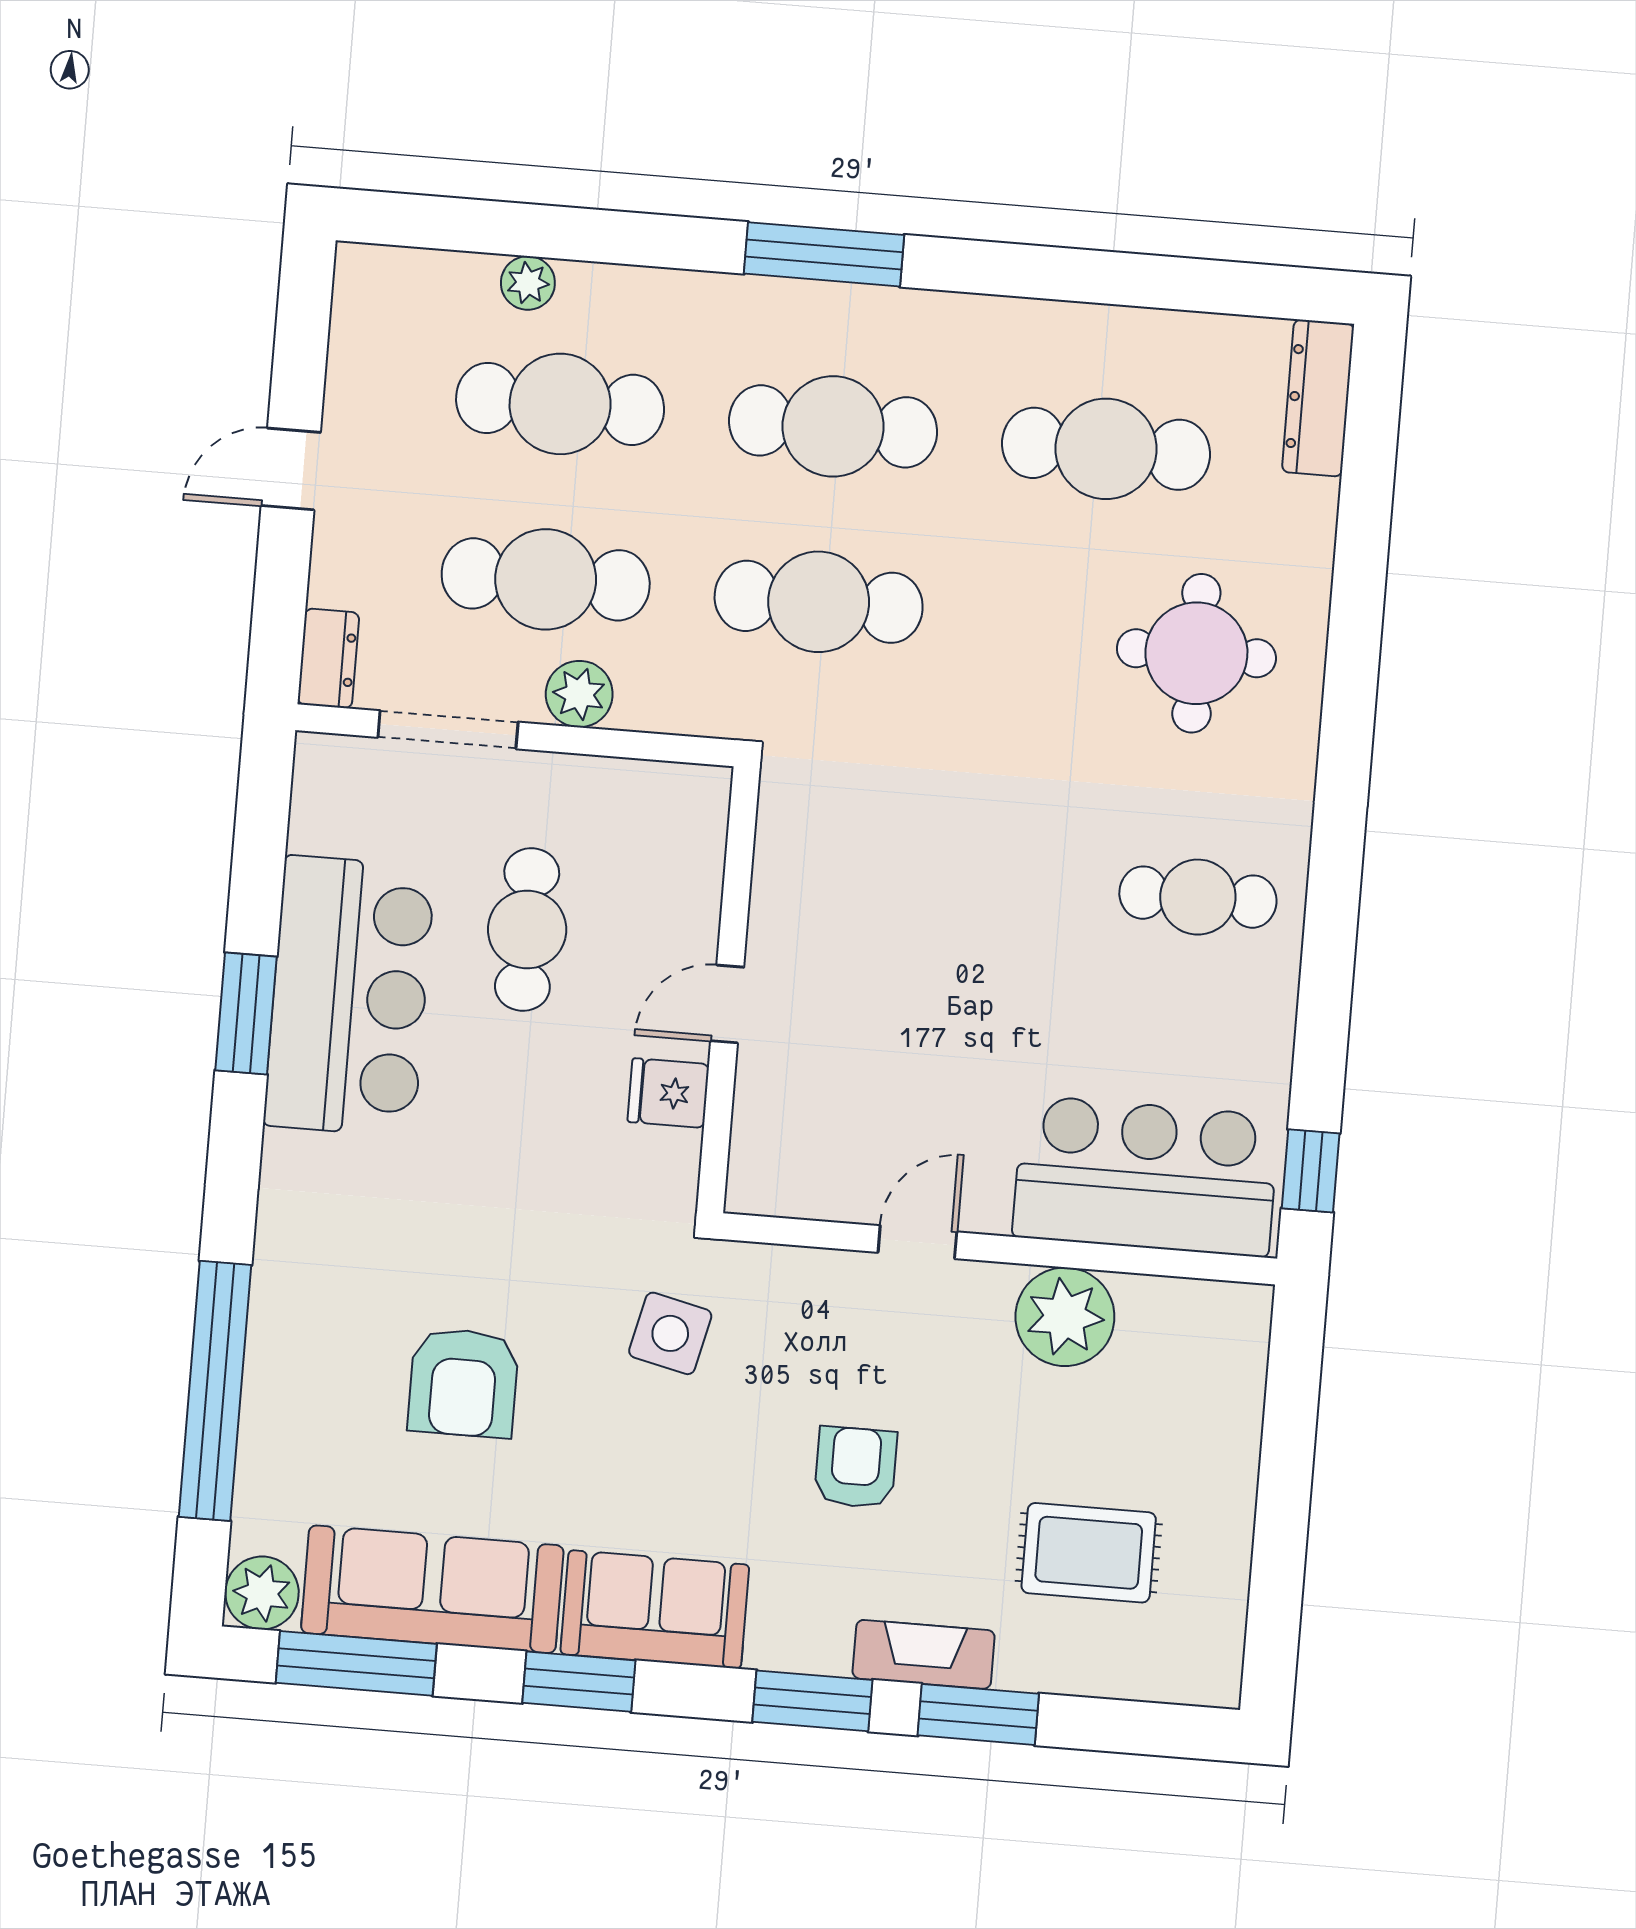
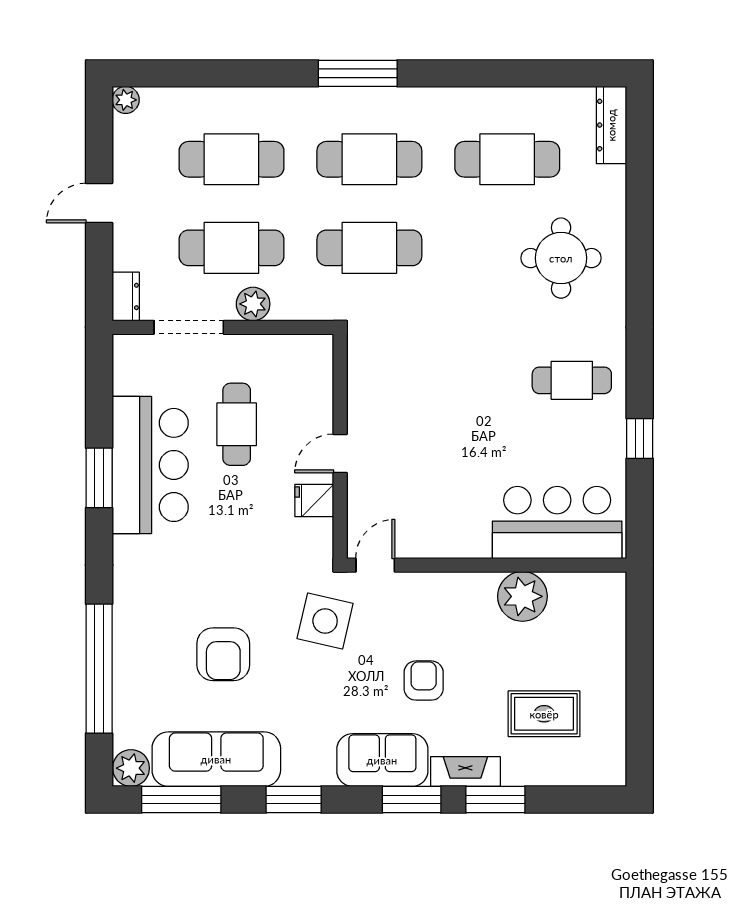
plant: (528, 283) -> (126, 100), moved
window: (1311, 1171) -> (640, 439), moved
door: (917, 1242) -> (375, 565), moved
side table: (670, 1333) -> (325, 621), width x1.37, depth x1.37
sofa: (655, 1609) -> (382, 760), moved

